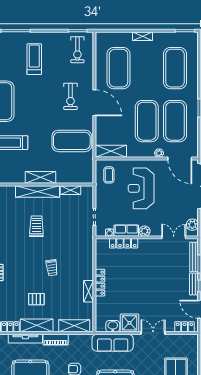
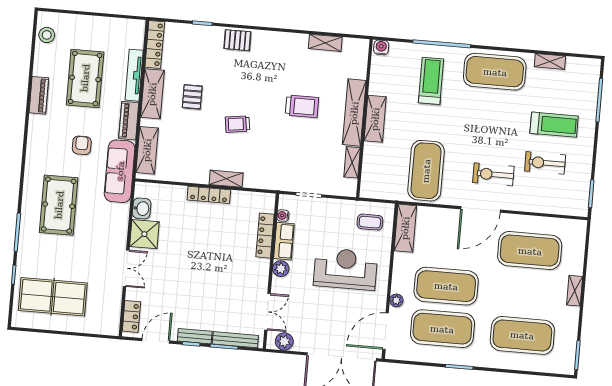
exercise bike: (77, 50) -> (545, 163), moved
shelving: (88, 291) -> (226, 179), moved
sofa: (113, 343) -> (120, 171), moved

